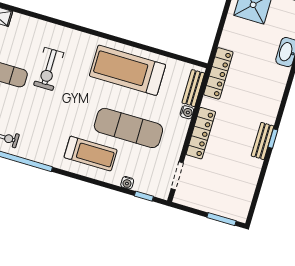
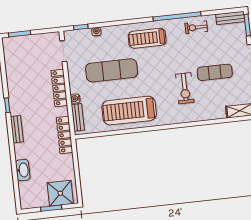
exercise bike: (49, 69) -> (185, 88), turned 180
treadmill: (127, 70) -> (129, 111), turned 180
bench: (263, 141) -> (17, 129), moved
treadmill: (91, 154) -> (147, 38), moved

